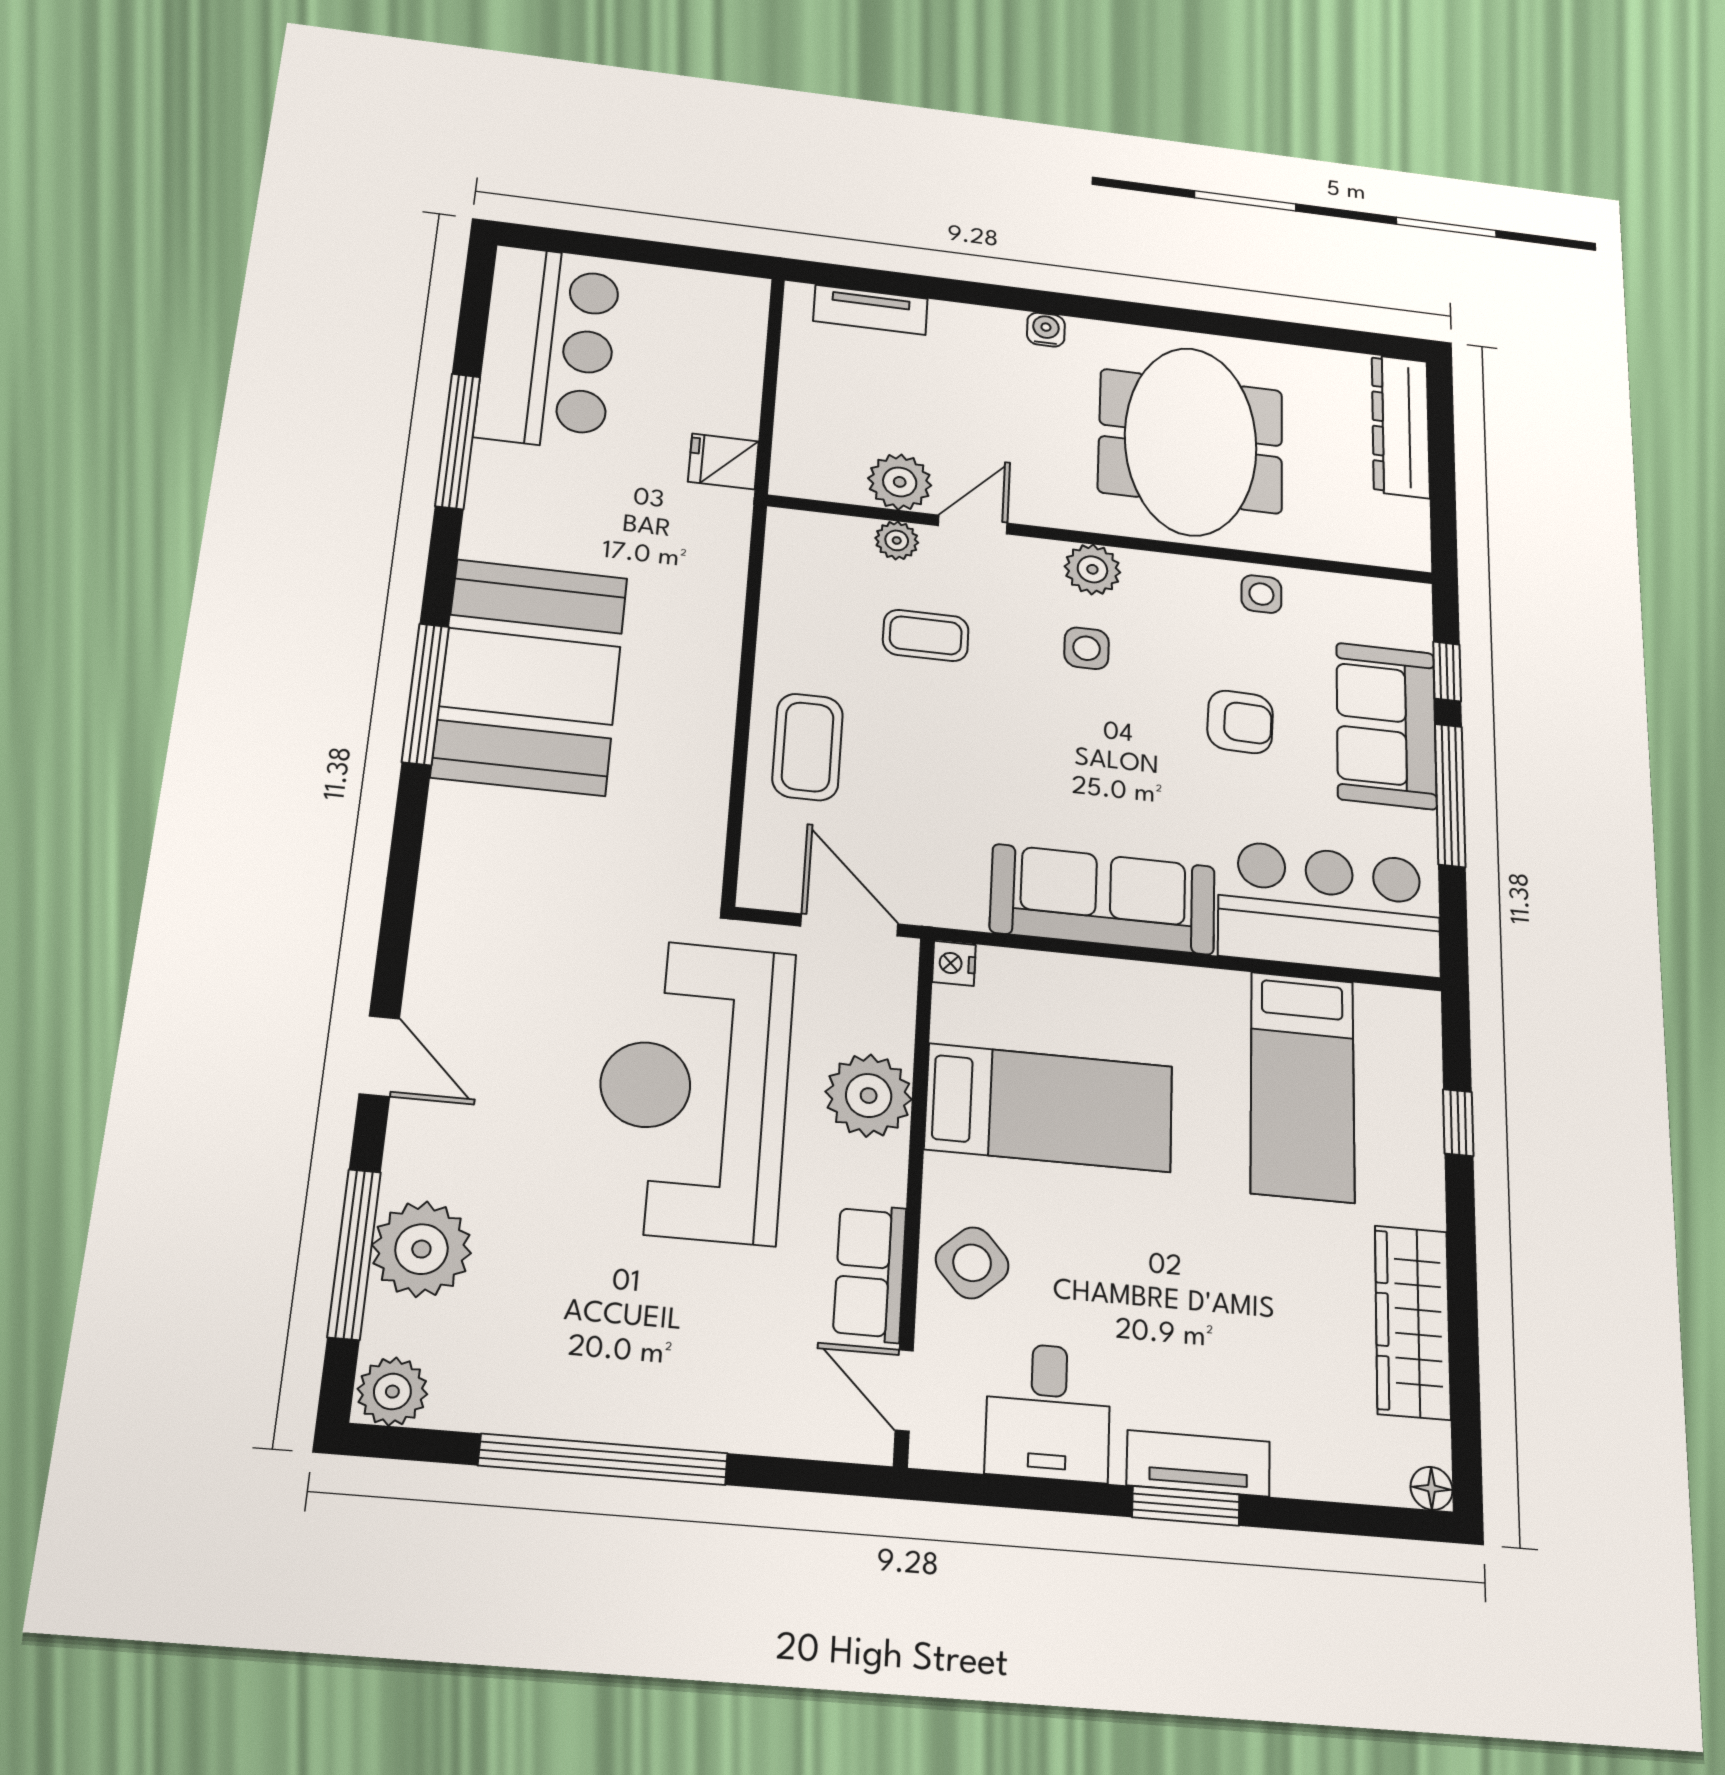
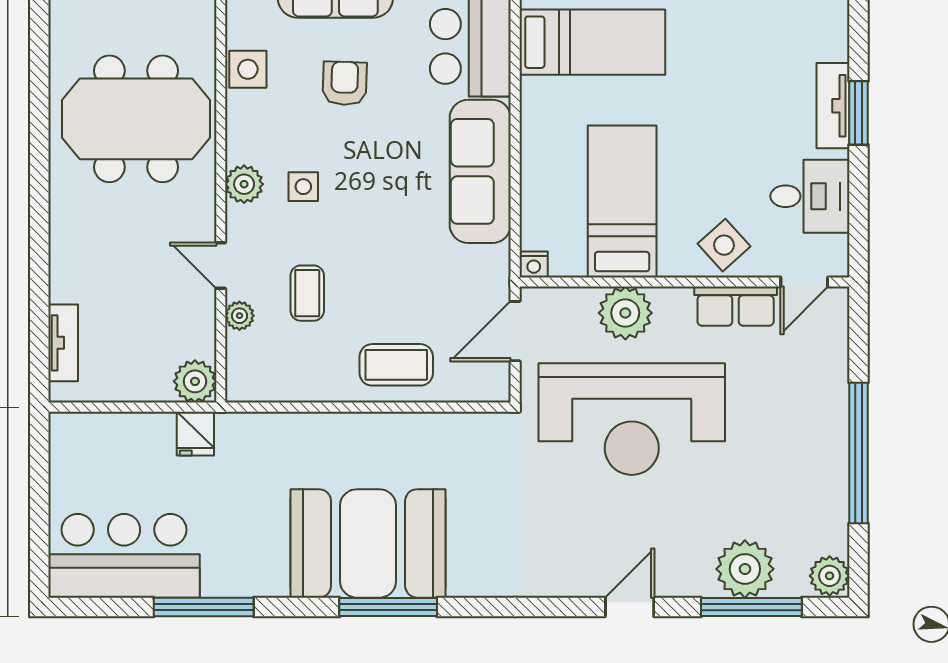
water cooler: (1046, 330) -> (61, 221), removed
plant: (900, 482) -> (195, 381), moved
side table: (1261, 594) -> (248, 69), width x1.37, depth x1.37

